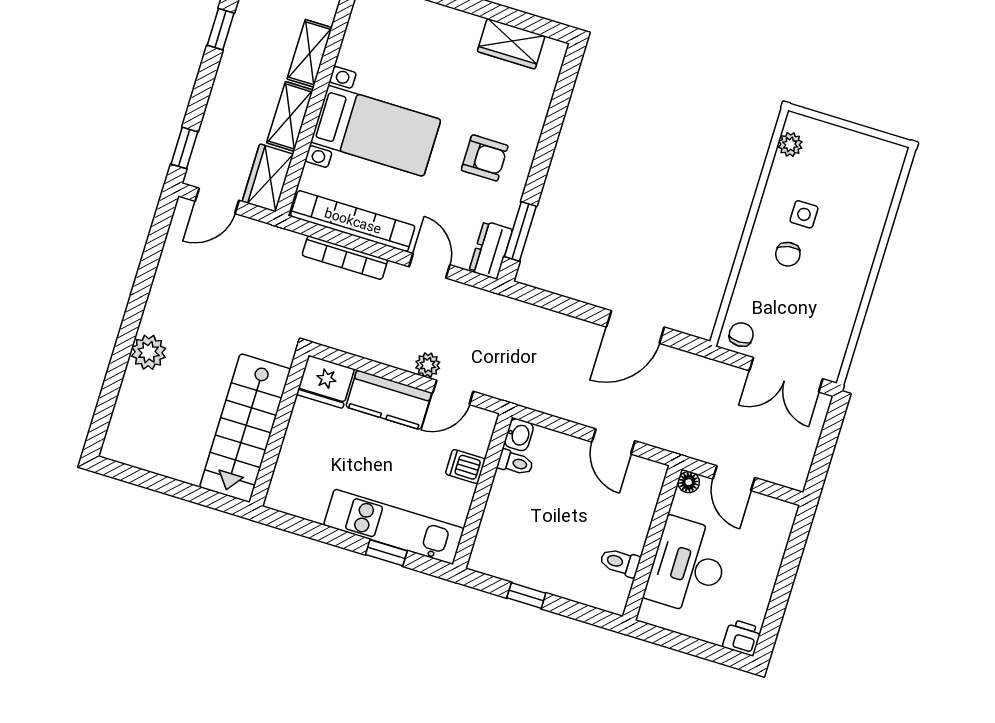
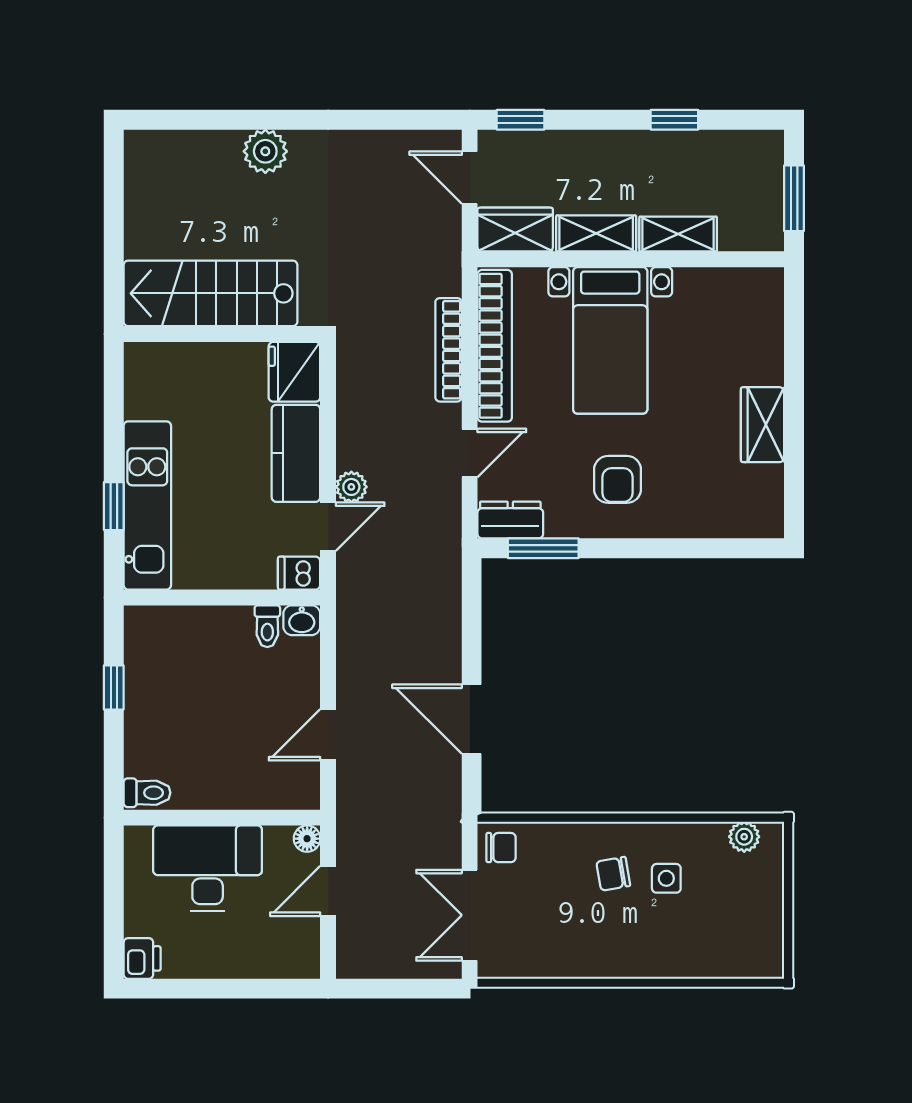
wardrobe: (511, 44) -> (762, 425), moved
door: (453, 392) -> (328, 527), swing flipped
dishwasher: (465, 466) -> (299, 573), moved, turned -90
toilet: (620, 562) -> (147, 793), moved, turned 90

